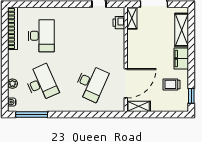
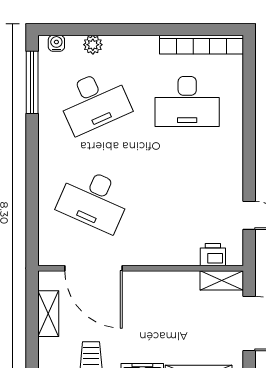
shelving: (139, 106) -> (48, 314), moved

